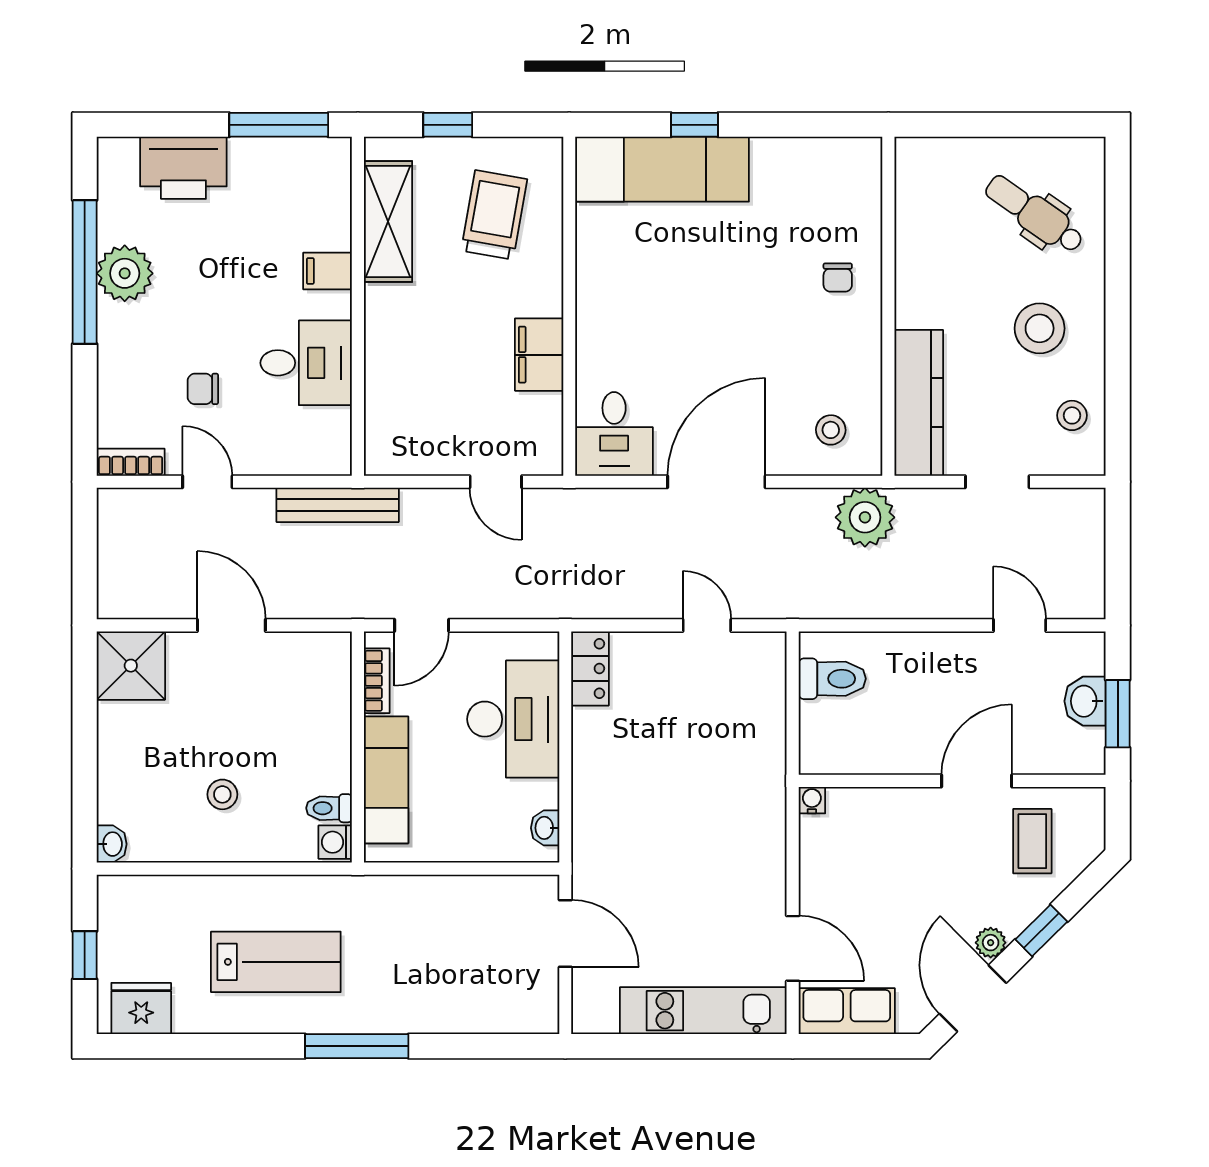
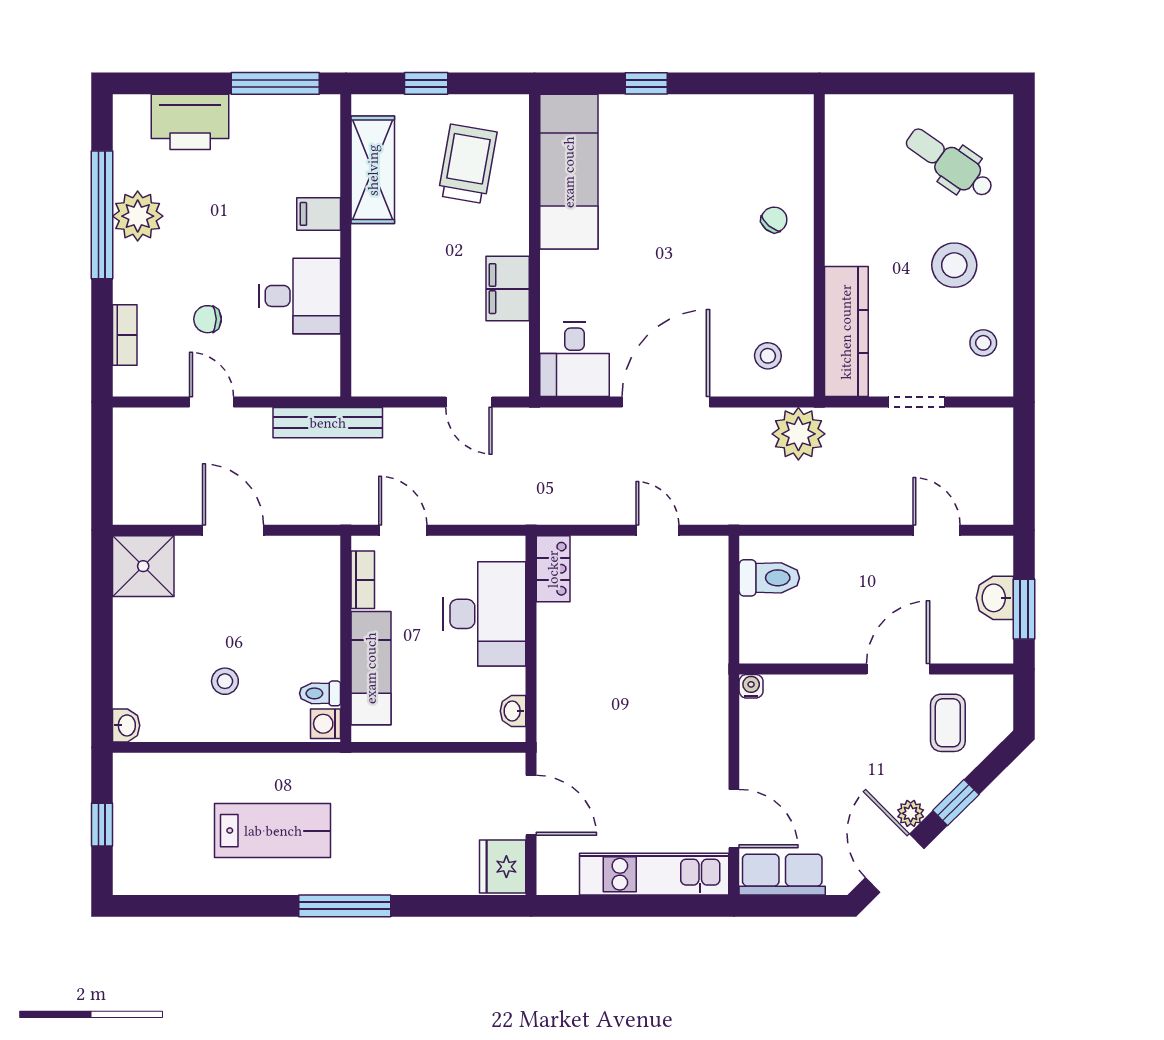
exam couch: (662, 169) -> (569, 172), moved, turned -90
chair: (838, 277) -> (774, 220), turned -140
bookcase: (131, 462) -> (125, 335), moved, turned 90
door: (422, 625) -> (403, 530), swing flipped
fridge: (141, 1009) -> (503, 867), moved, turned -90

